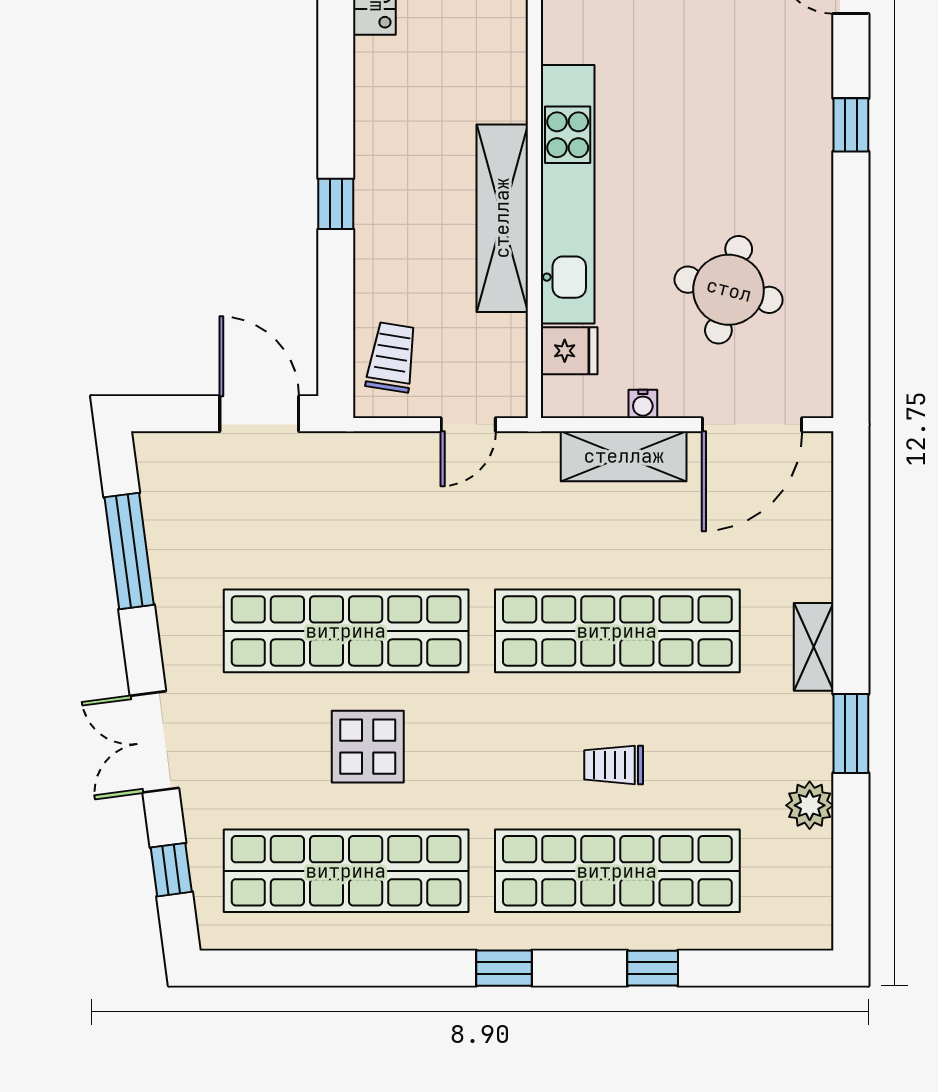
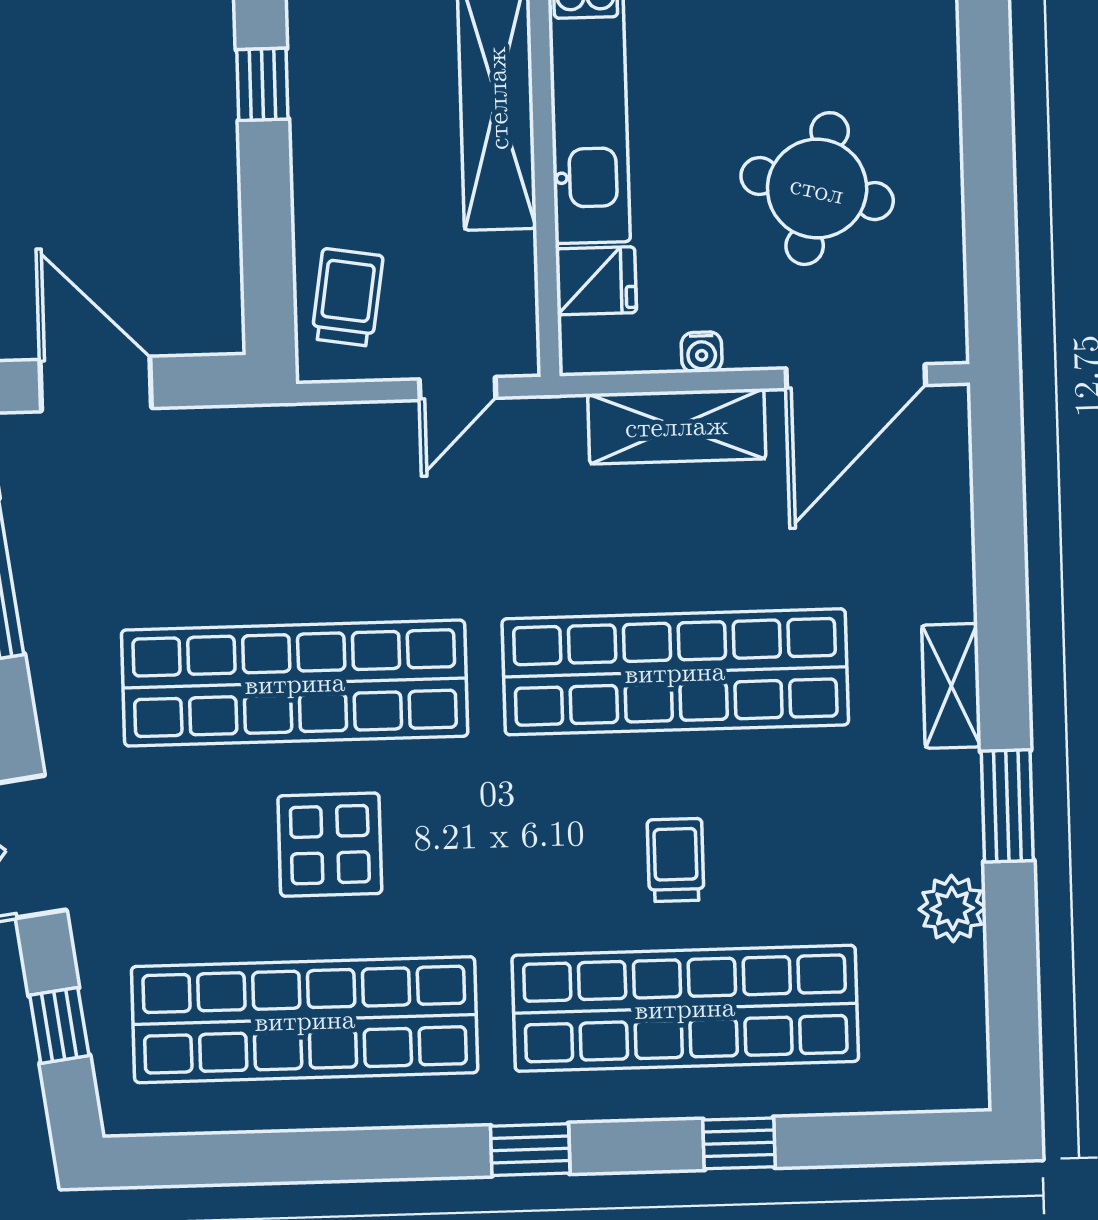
door: (259, 414) -> (96, 384), moved
trolley: (614, 765) -> (676, 860), turned 90

